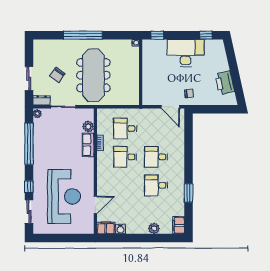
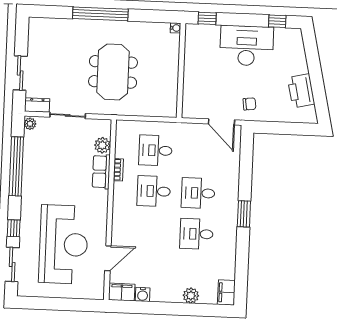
chair: (57, 75) -> (61, 69), removed
meeting table: (93, 75) -> (113, 72), width x0.73
window: (189, 193) -> (244, 214), moved

